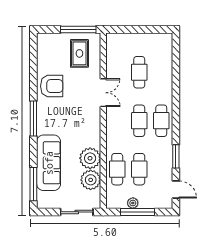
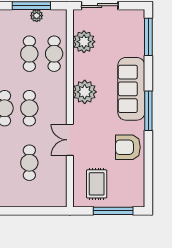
window: (78, 29) -> (113, 211), moved
plant: (90, 158) -> (85, 92), moved
sofa: (49, 163) -> (131, 89), moved

